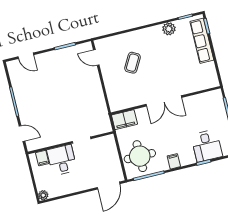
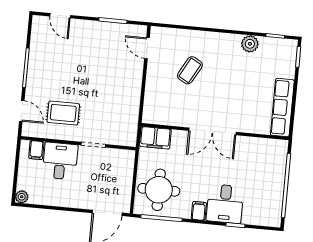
row of seats: (202, 41) -> (282, 108), moved
rug: (52, 125) -> (63, 113), added
desk: (207, 146) -> (225, 204), moved

